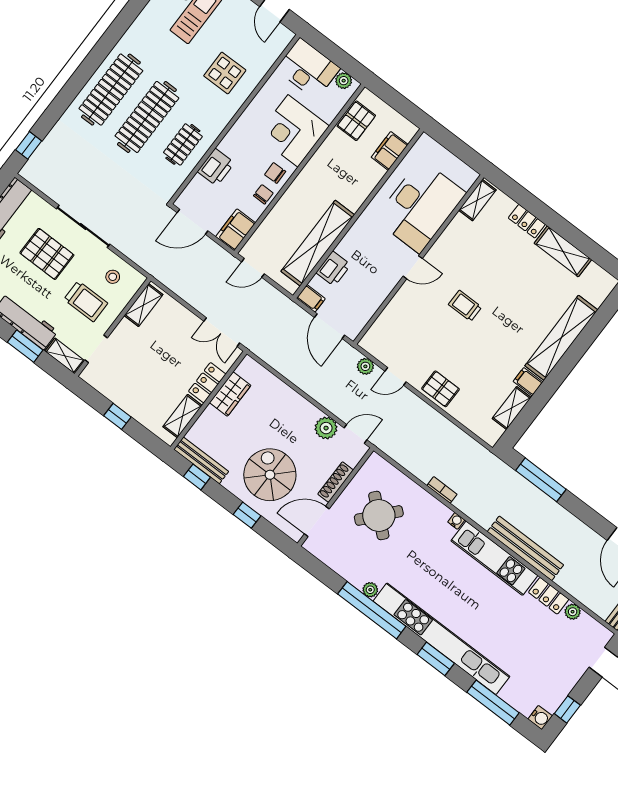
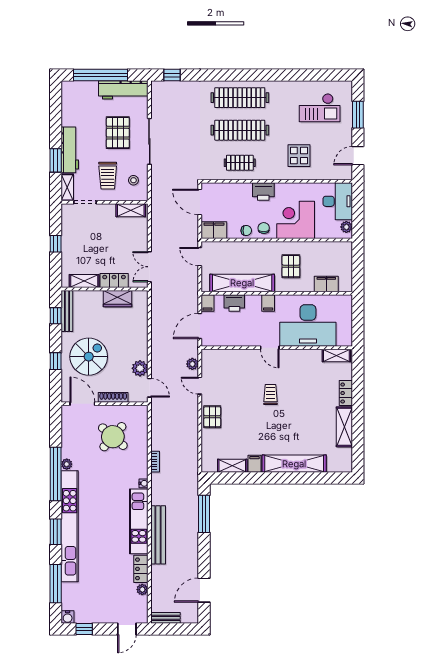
pallet: (356, 121) -> (291, 266), moved, turned 90
printer: (216, 167) -> (263, 192), moved
filing cabinet: (362, 231) -> (268, 303), added

